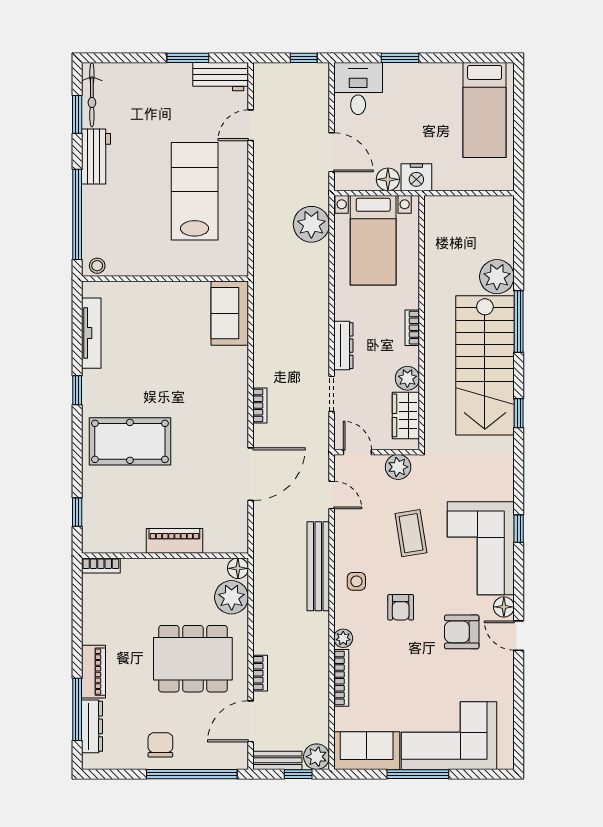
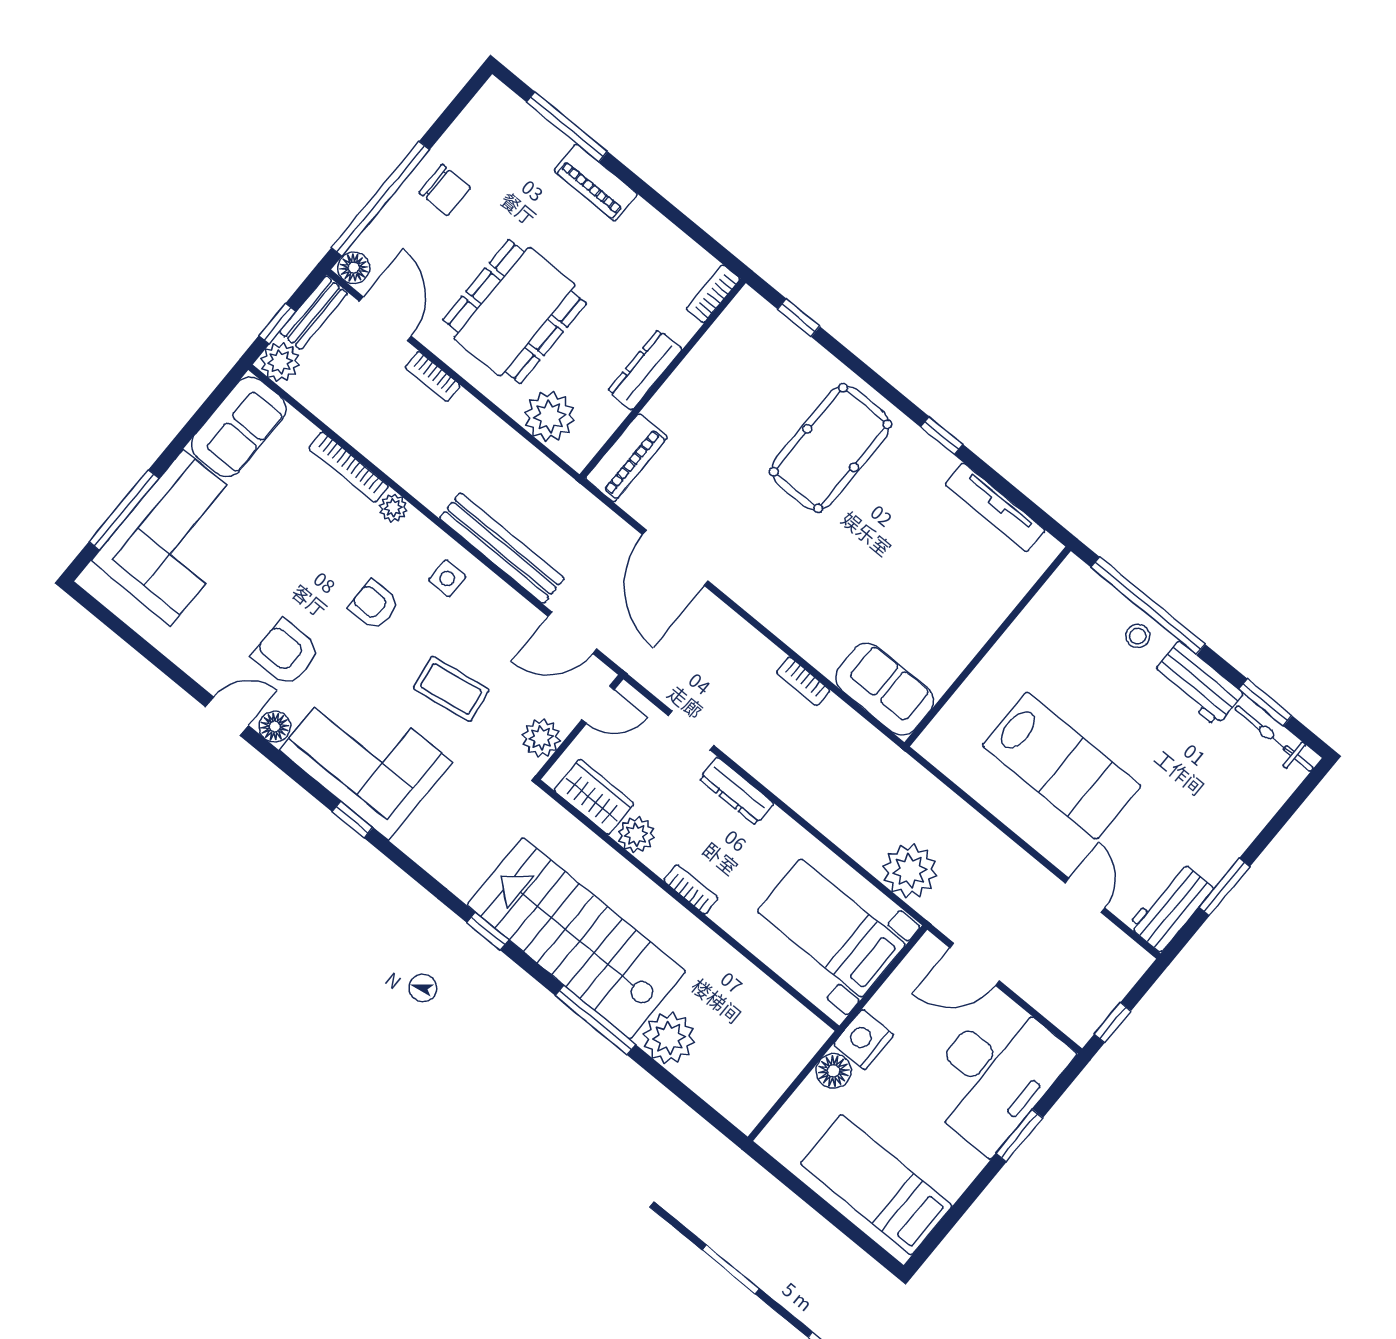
desk: (358, 89) -> (994, 1074), width x1.87, depth x1.30
floor lamp: (388, 179) -> (833, 1071), moved
stool: (97, 266) -> (1138, 636), moved
bookcase: (260, 405) -> (803, 681), moved
door: (332, 495) -> (572, 633), width x1.38
piano: (174, 541) -> (626, 458), moved
floor lamp: (238, 568) -> (354, 268), moved
armchair: (462, 632) -> (286, 653), turned -90
dresser: (92, 726) -> (645, 370), moved, turned 90
window: (418, 774) -> (124, 510), moved

